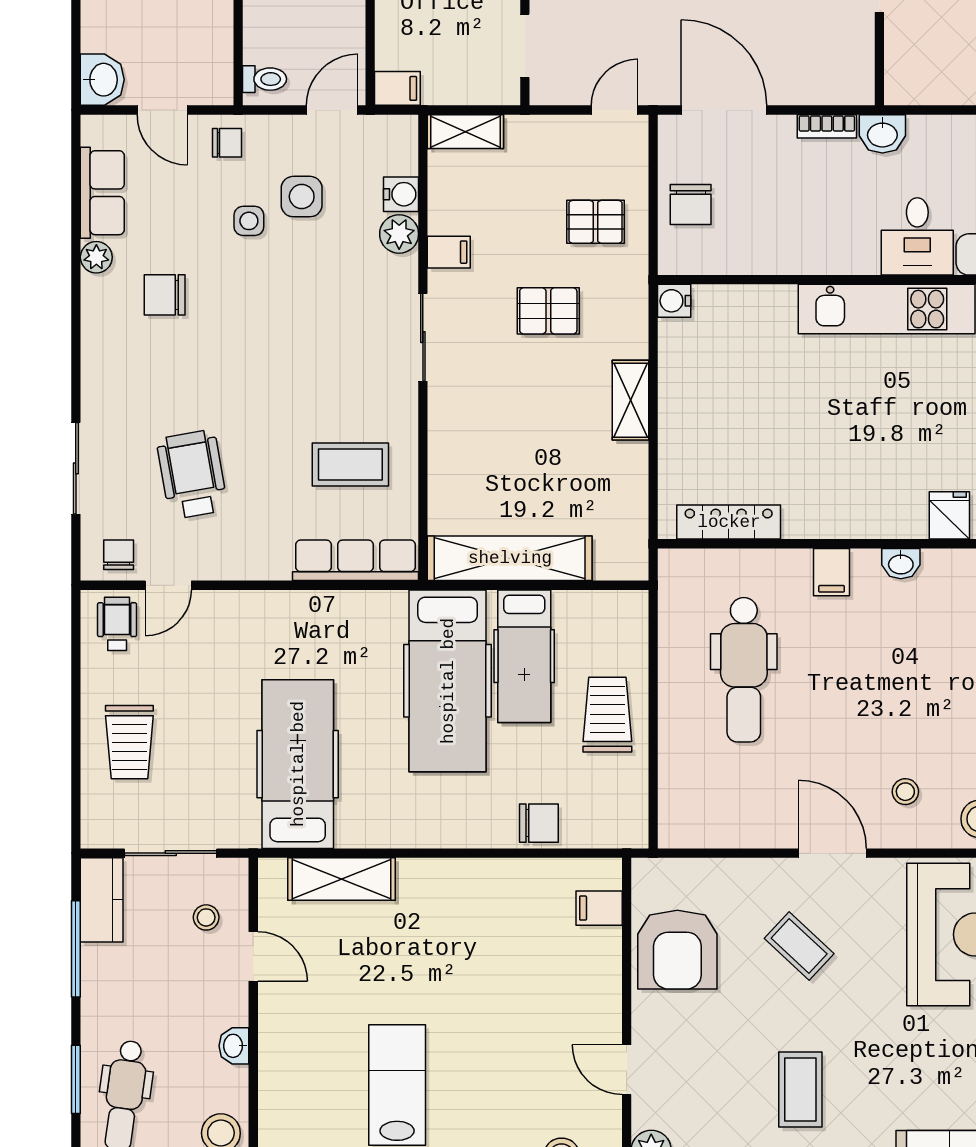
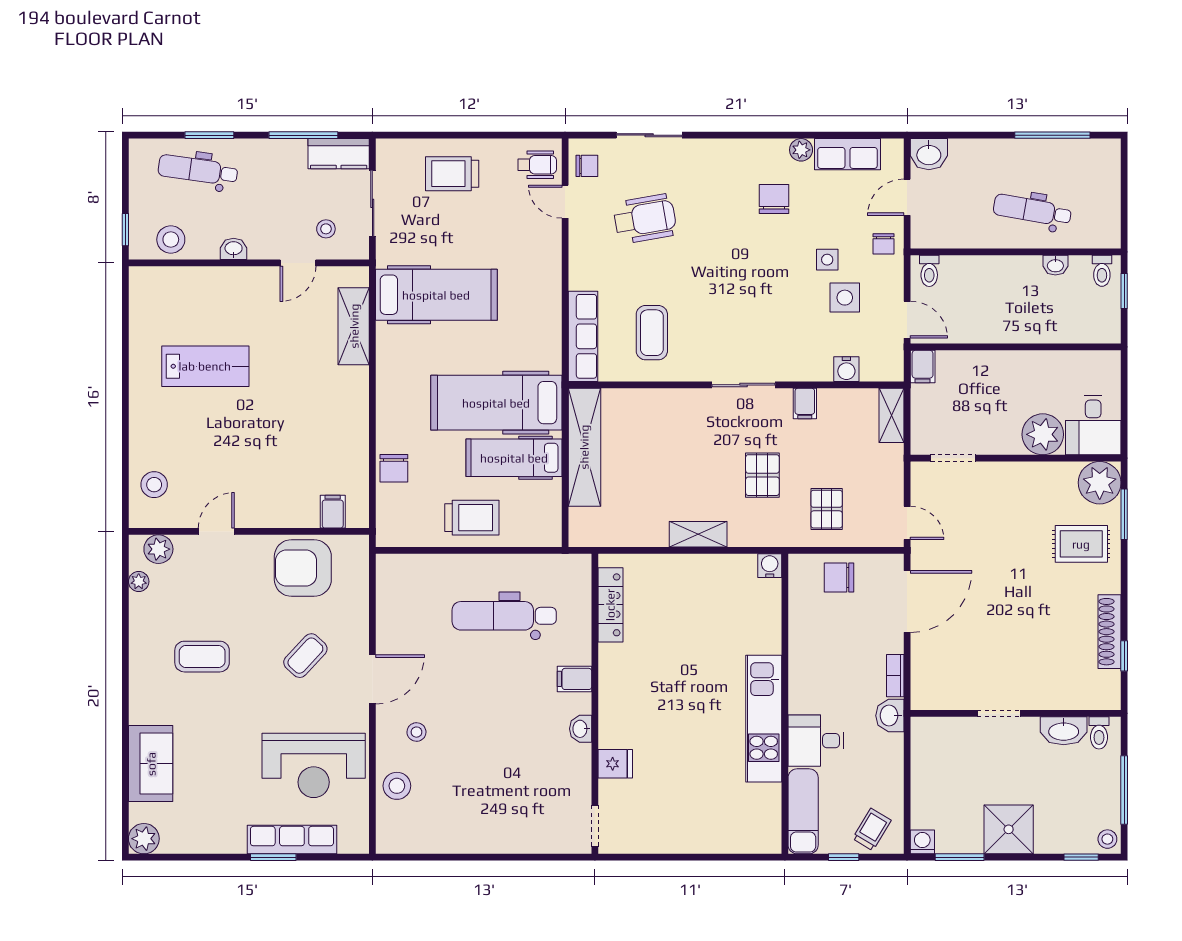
plant: (399, 234) -> (818, 368), removed

